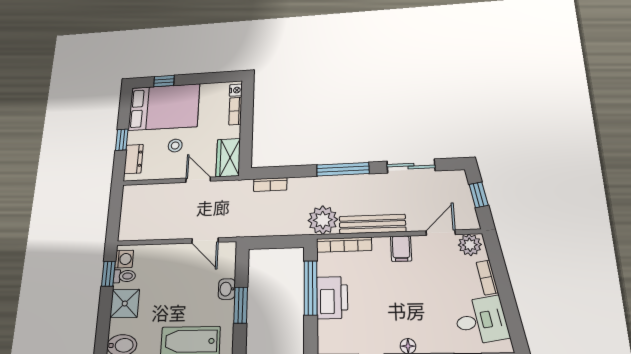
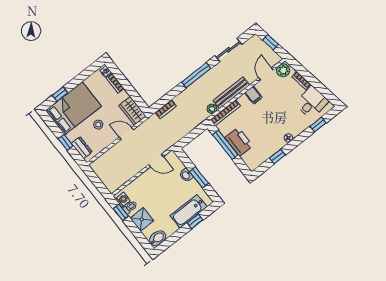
plant: (323, 220) -> (212, 109), width x0.53, depth x0.53

